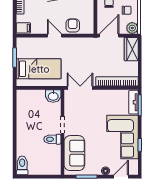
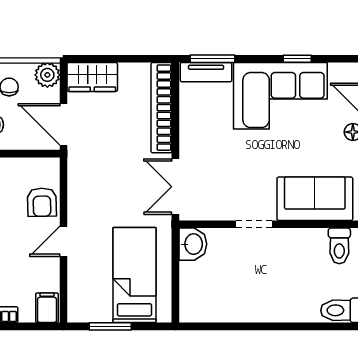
armchair: (73, 26) -> (42, 202), turned -91
toilet: (52, 139) -> (339, 246), moved

